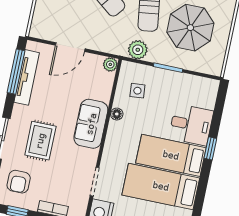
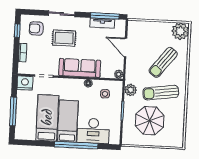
tv unit: (27, 77) -> (102, 23), width x0.71
sofa: (91, 124) -> (80, 68), width x1.36
desk: (191, 125) -> (93, 131), width x1.37
window: (210, 148) -> (76, 145), width x3.17

